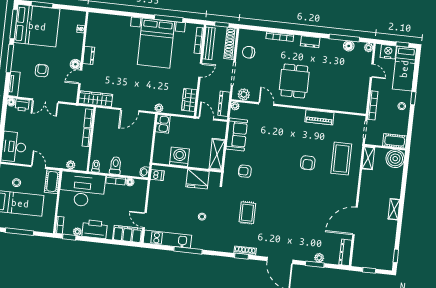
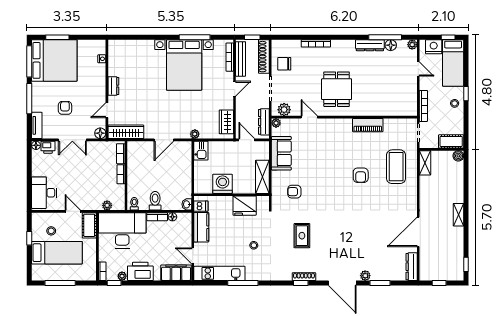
dresser: (310, 42) -> (370, 45), moved, width x1.44
floor lamp: (75, 64) -> (100, 133), moved
boiler: (395, 159) -> (458, 156), width x0.54, depth x0.54
kitchen counter: (155, 195) -> (201, 227), added
plant: (319, 258) -> (365, 276), moved

